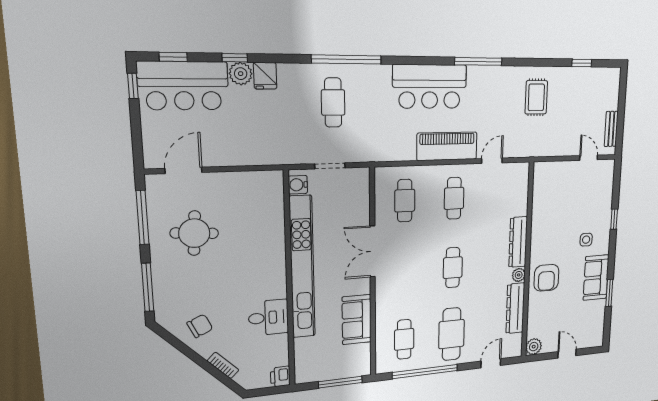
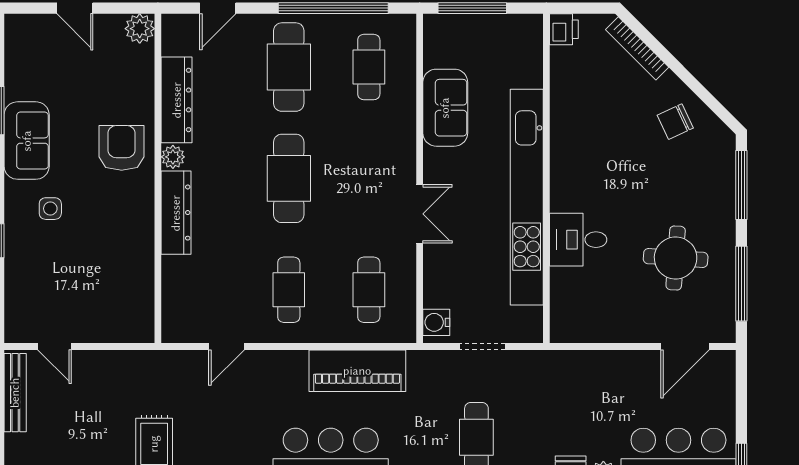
bench: (611, 129) -> (15, 393), width x1.36
piano: (447, 146) -> (357, 371), moved
water cooler: (298, 185) -> (436, 322), moved, turned 180
double door: (372, 251) -> (420, 214), width x0.73
cafe table: (453, 268) -> (289, 178), width x1.37, depth x1.35
desk: (269, 318) -> (578, 240), moved
bookcase: (223, 365) -> (637, 48), width x1.56

